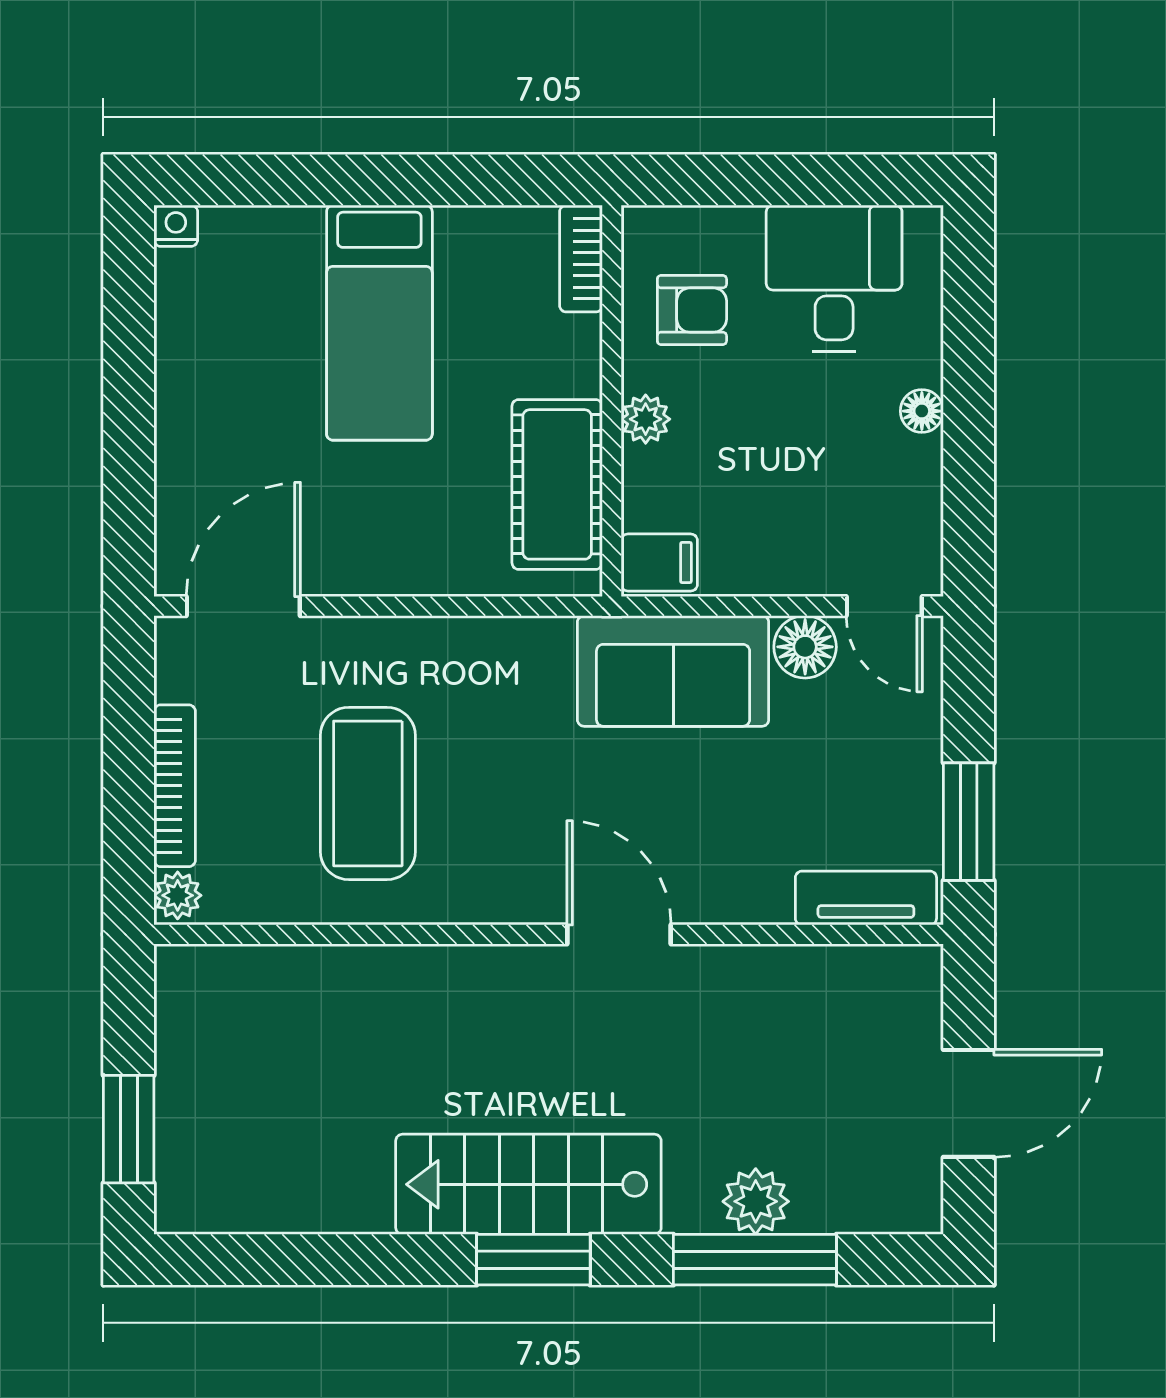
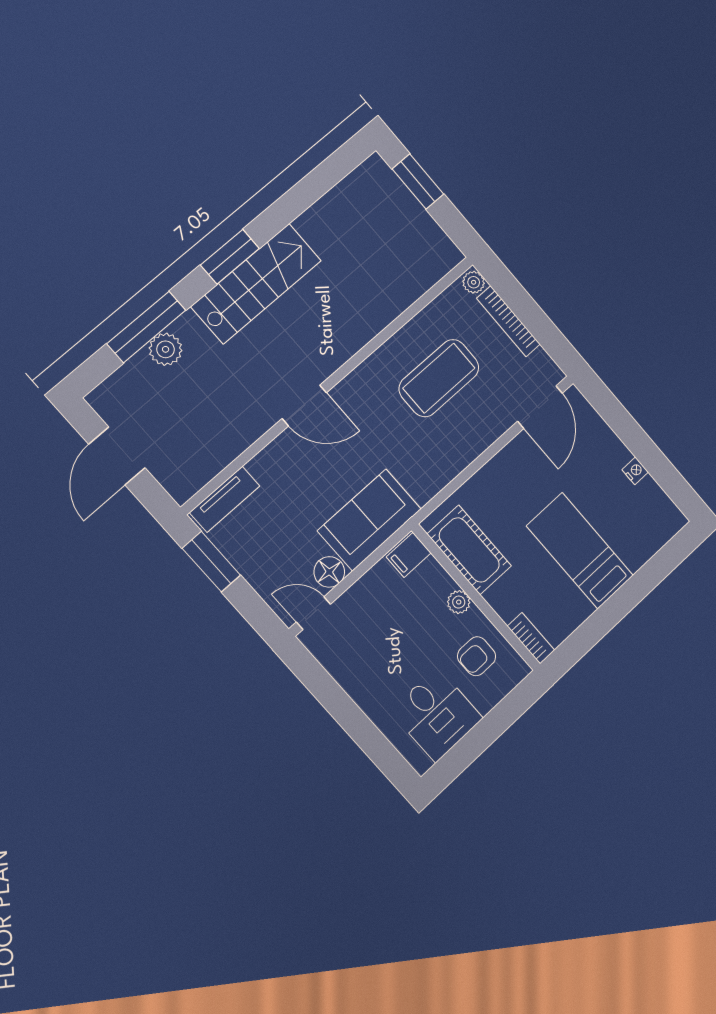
nightstand: (176, 226) -> (635, 471), moved, turned -90
floor lamp: (922, 411) -> (363, 696), removed
coffee table: (368, 793) -> (439, 378), turned 90

